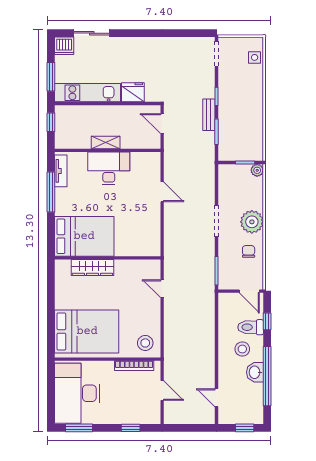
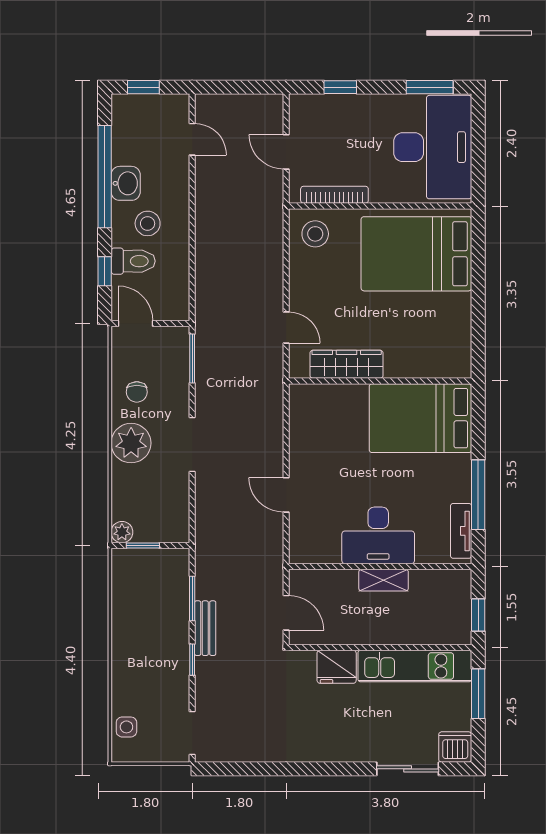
wardrobe: (92, 267) -> (347, 364), moved

